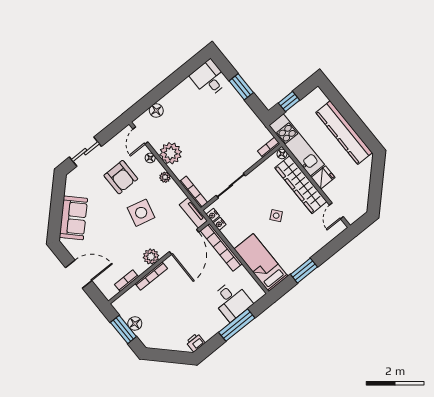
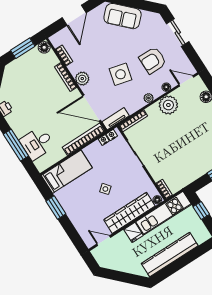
floor lamp: (135, 323) -> (44, 47), moved

